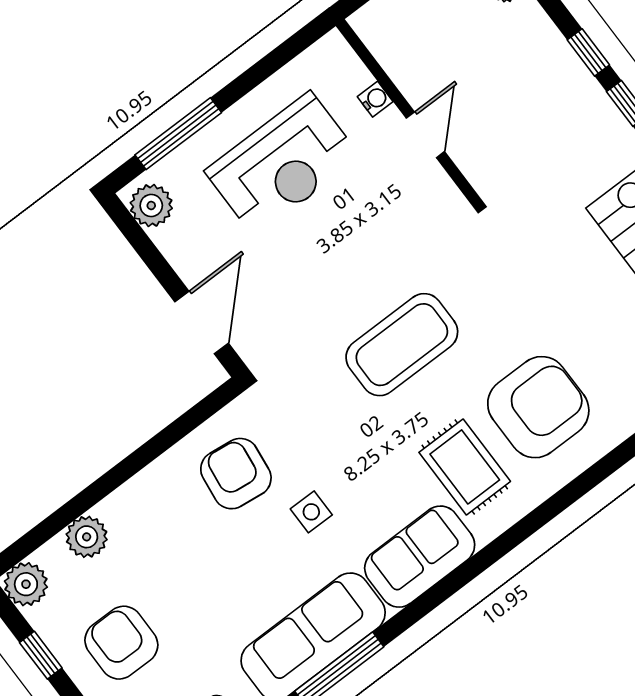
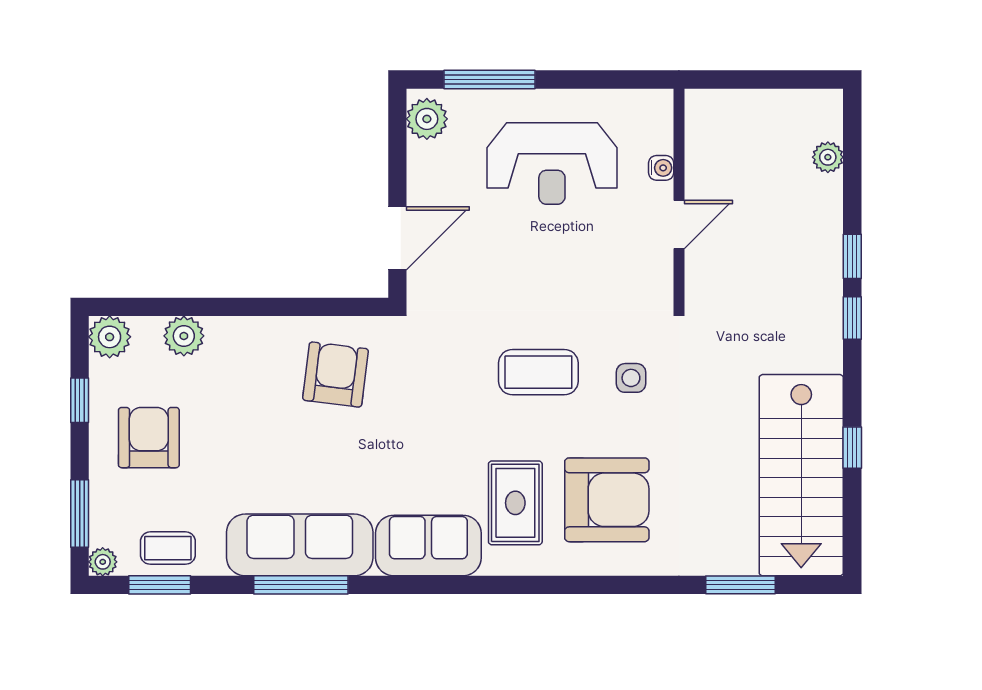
coffee table: (402, 345) -> (538, 372), width x0.73, depth x0.76
side table: (311, 512) -> (631, 378), moved

